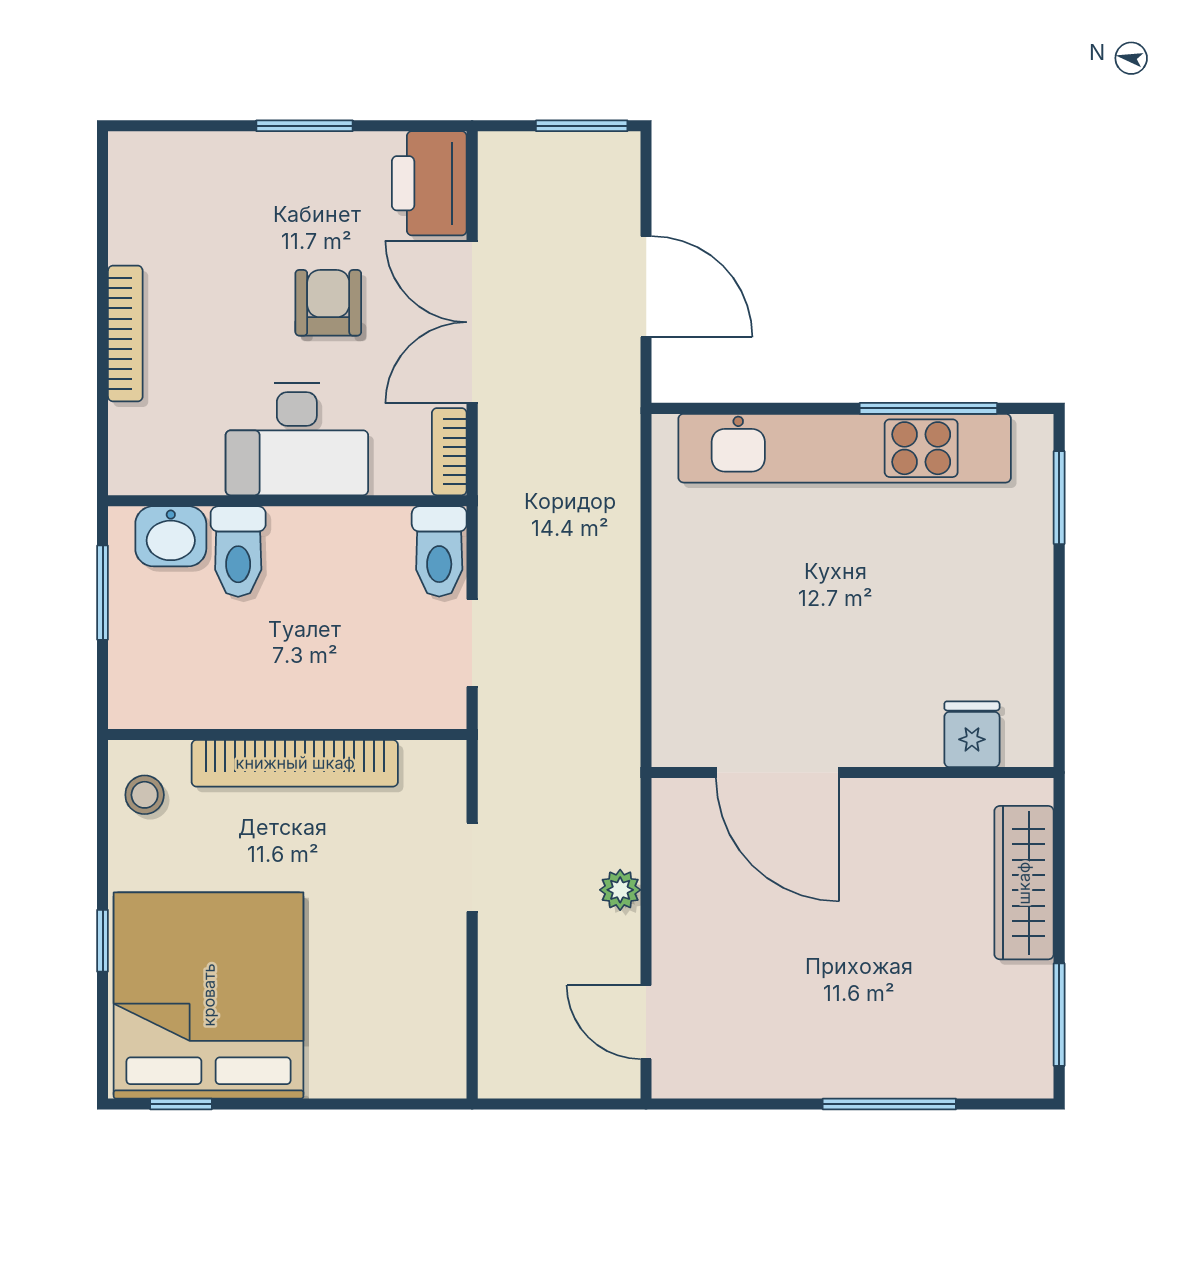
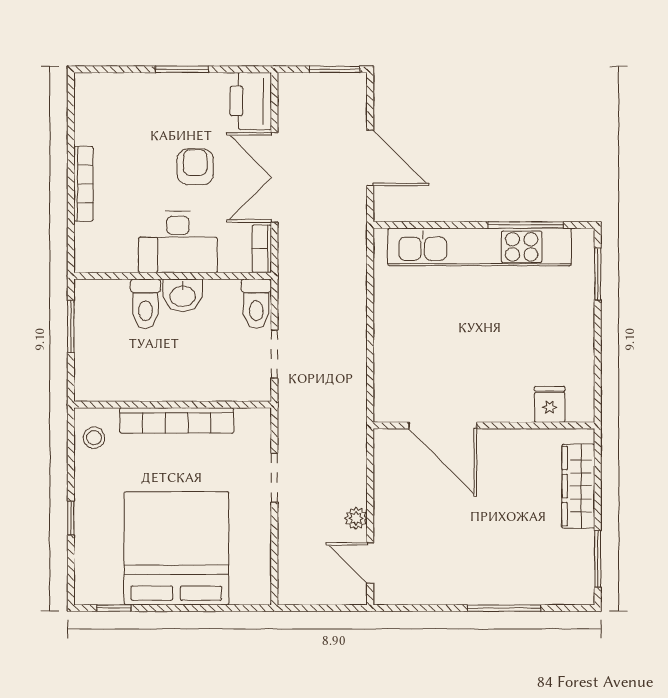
washbasin: (171, 536) -> (183, 295), moved
plant: (620, 890) -> (356, 518), moved
bed: (209, 995) -> (176, 548), moved

